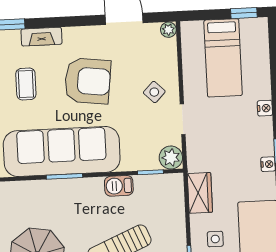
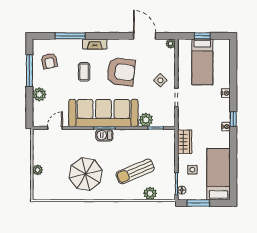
window: (244, 13) -> (202, 36), moved
plant: (171, 158) -> (146, 120), moved
barbecue: (119, 186) -> (104, 135), moved

